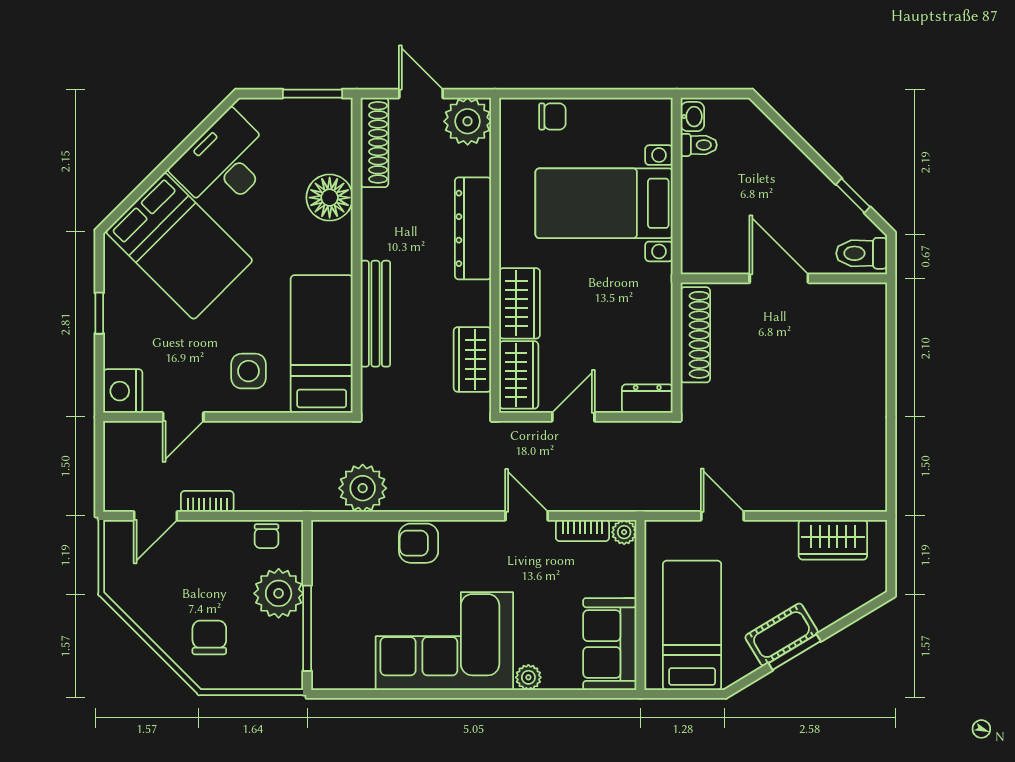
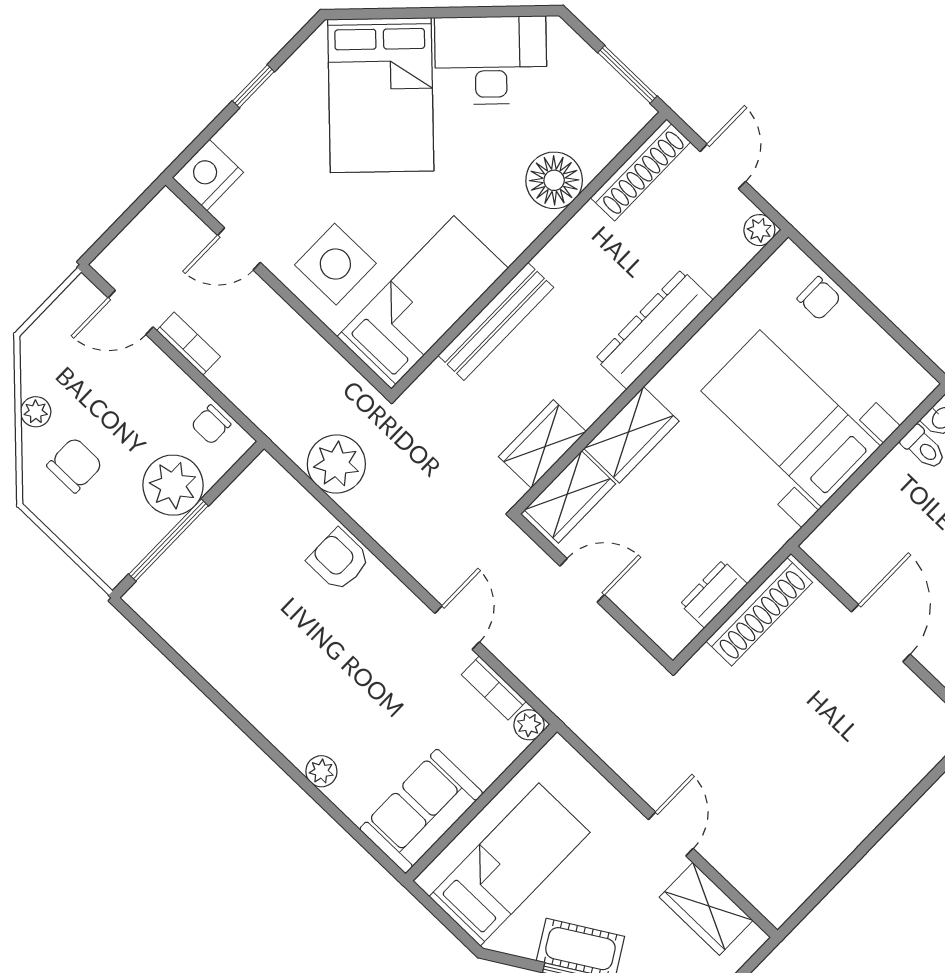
plant: (468, 121) -> (759, 230), width x0.53, depth x0.53
side table: (248, 371) -> (335, 264), width x1.37, depth x1.37
dresser: (647, 399) -> (714, 594), moved, turned -90
door: (722, 516) -> (671, 834), moved
plant: (156, 628) -> (36, 412), added
corner sofa: (444, 641) -> (278, 668), removed

